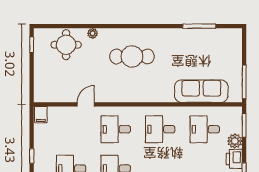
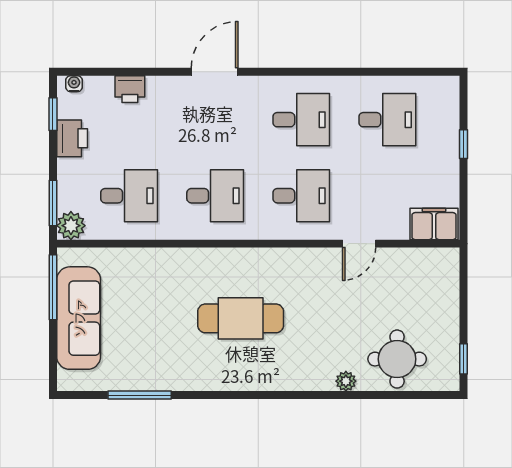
cafe table: (132, 56) -> (241, 318), moved
sofa: (201, 91) -> (79, 318), moved, turned -90
filing cabinet: (41, 115) -> (434, 224), width x2.00
plant: (235, 141) -> (71, 226), moved

